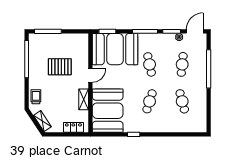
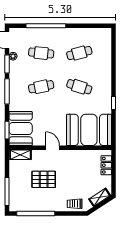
booth: (115, 49) -> (21, 129), width x0.73, depth x0.70
pallet: (60, 67) -> (44, 179), turned 90
shelving: (84, 99) -> (20, 155), moved

